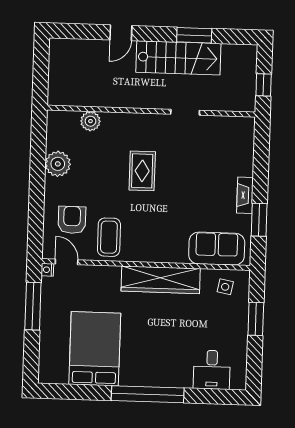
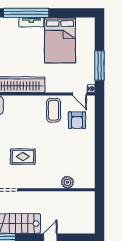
plant: (58, 164) -> (87, 155), removed
rug: (142, 171) -> (23, 157), moved, turned 90
tv unit: (140, 379) -> (31, 22), added

